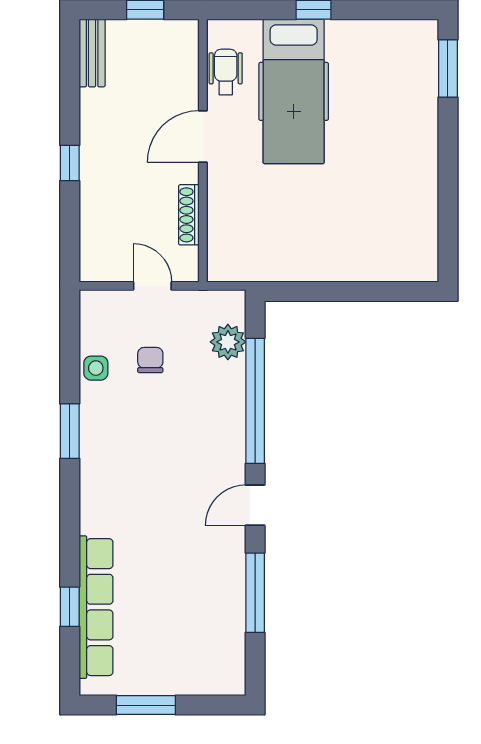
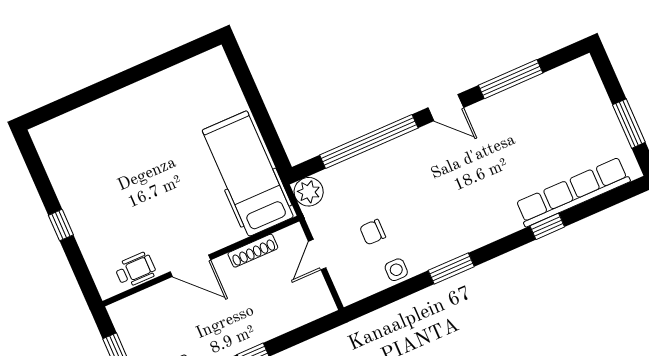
window: (448, 68) -> (61, 107), removed
wheelchair: (226, 72) -> (135, 270), turned 180
hospital bed: (294, 91) -> (248, 174), moved, turned -90
plant: (228, 342) -> (309, 192), moved
window: (70, 607) -> (547, 226), moved

